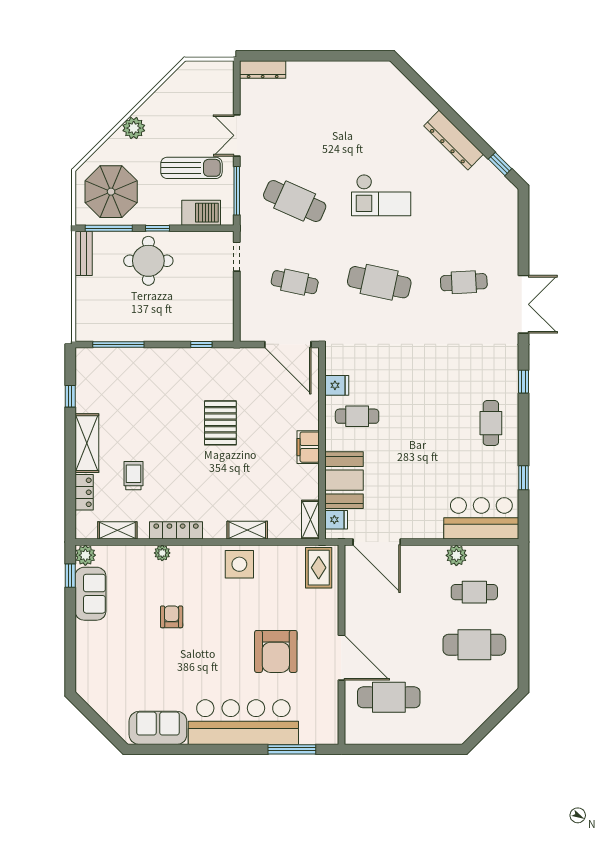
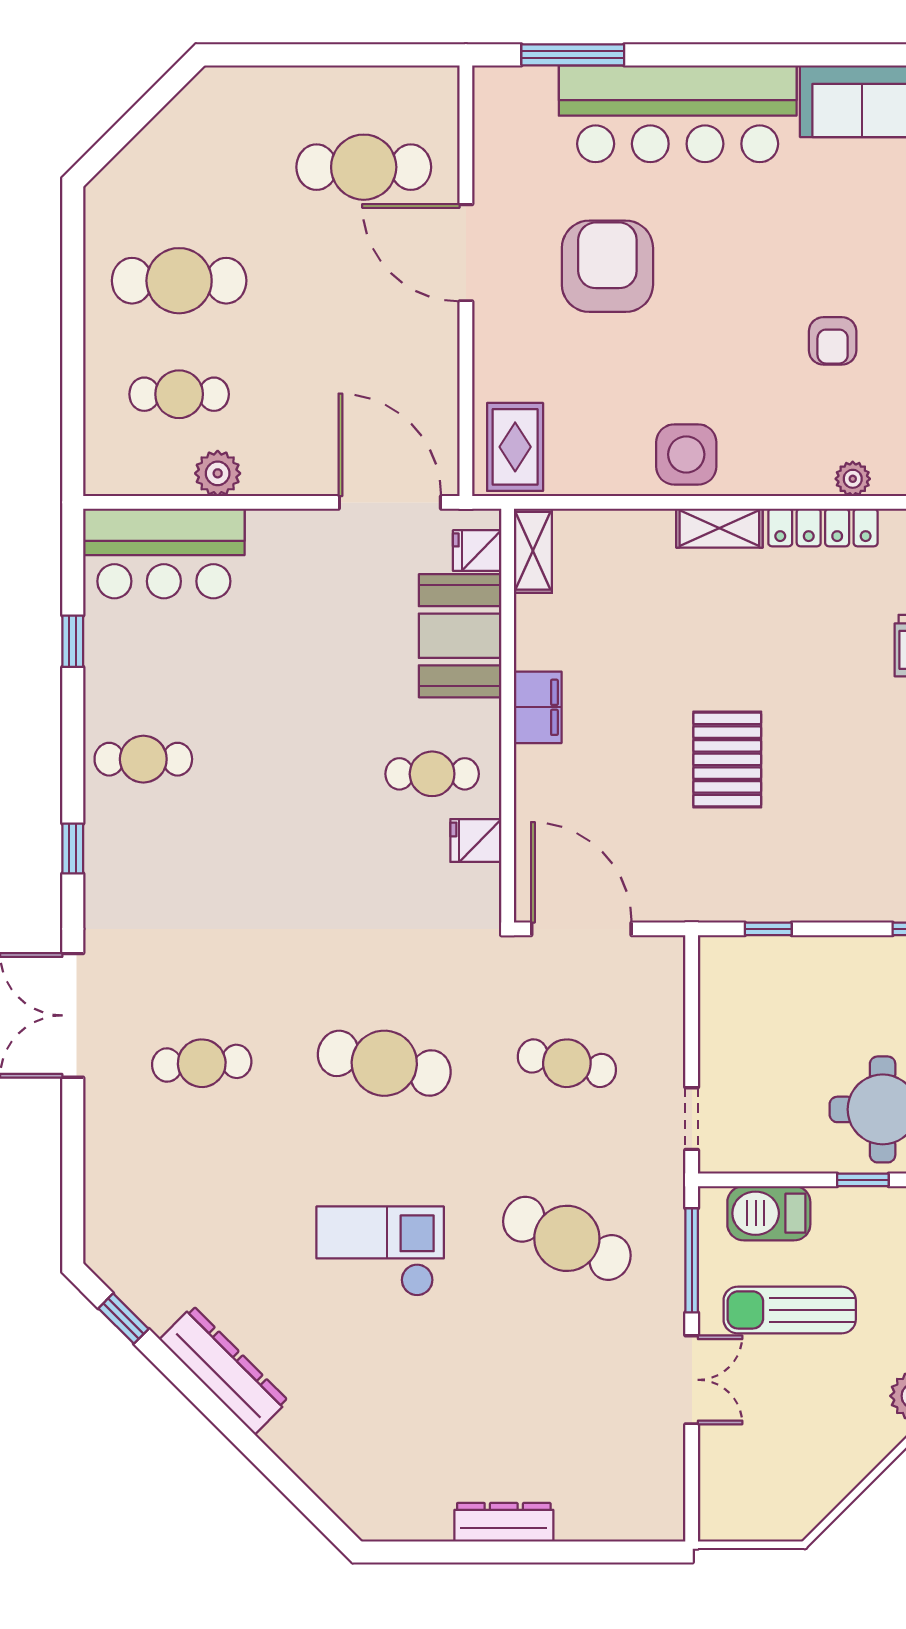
dresser: (263, 70) -> (504, 1522), moved
cafe table: (491, 423) -> (143, 759), turned 90
shelving: (247, 530) -> (719, 528), moved

